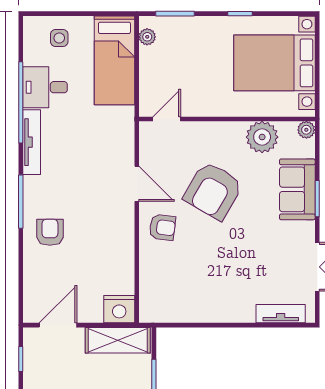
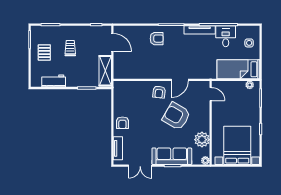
sofa: (297, 189) -> (172, 156), width x1.36
armchair: (227, 304) -> (122, 123), added
nightstand: (119, 309) -> (120, 71), removed

